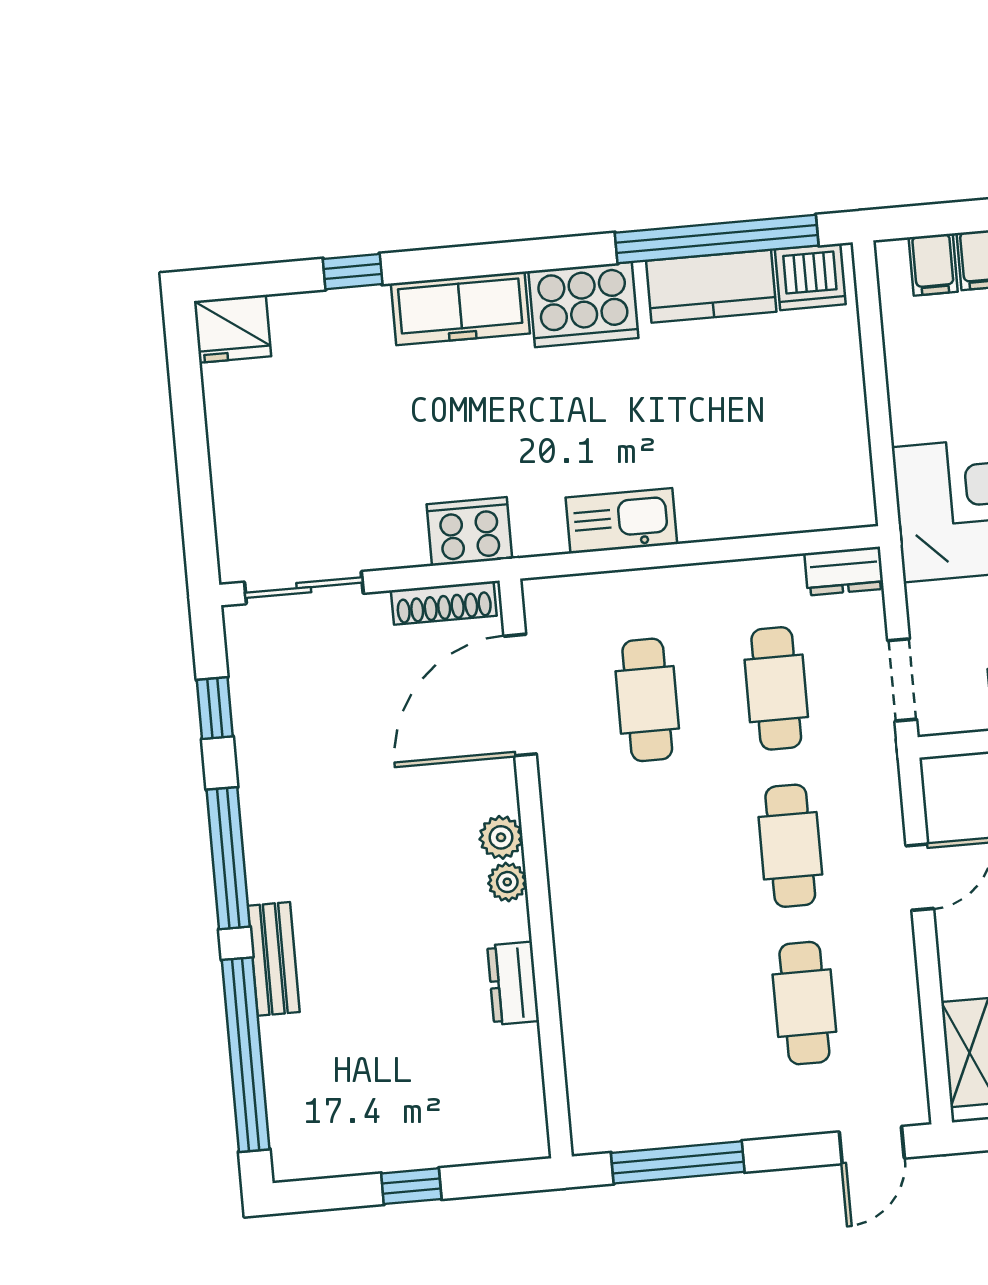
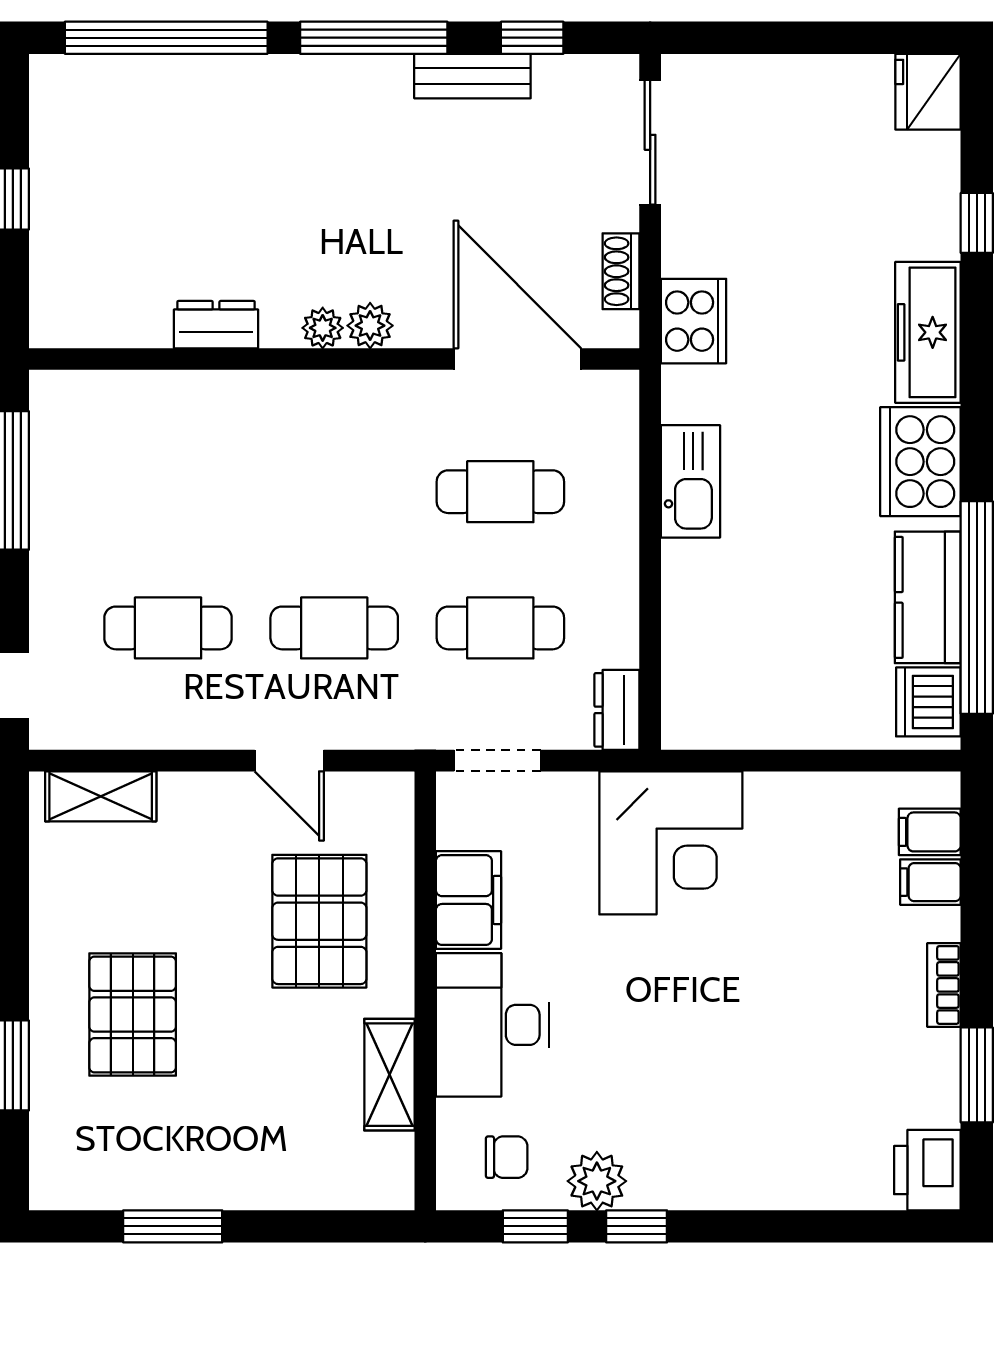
shoe rack: (444, 603) -> (621, 271), width x0.70
bench: (274, 959) -> (472, 76), moved

